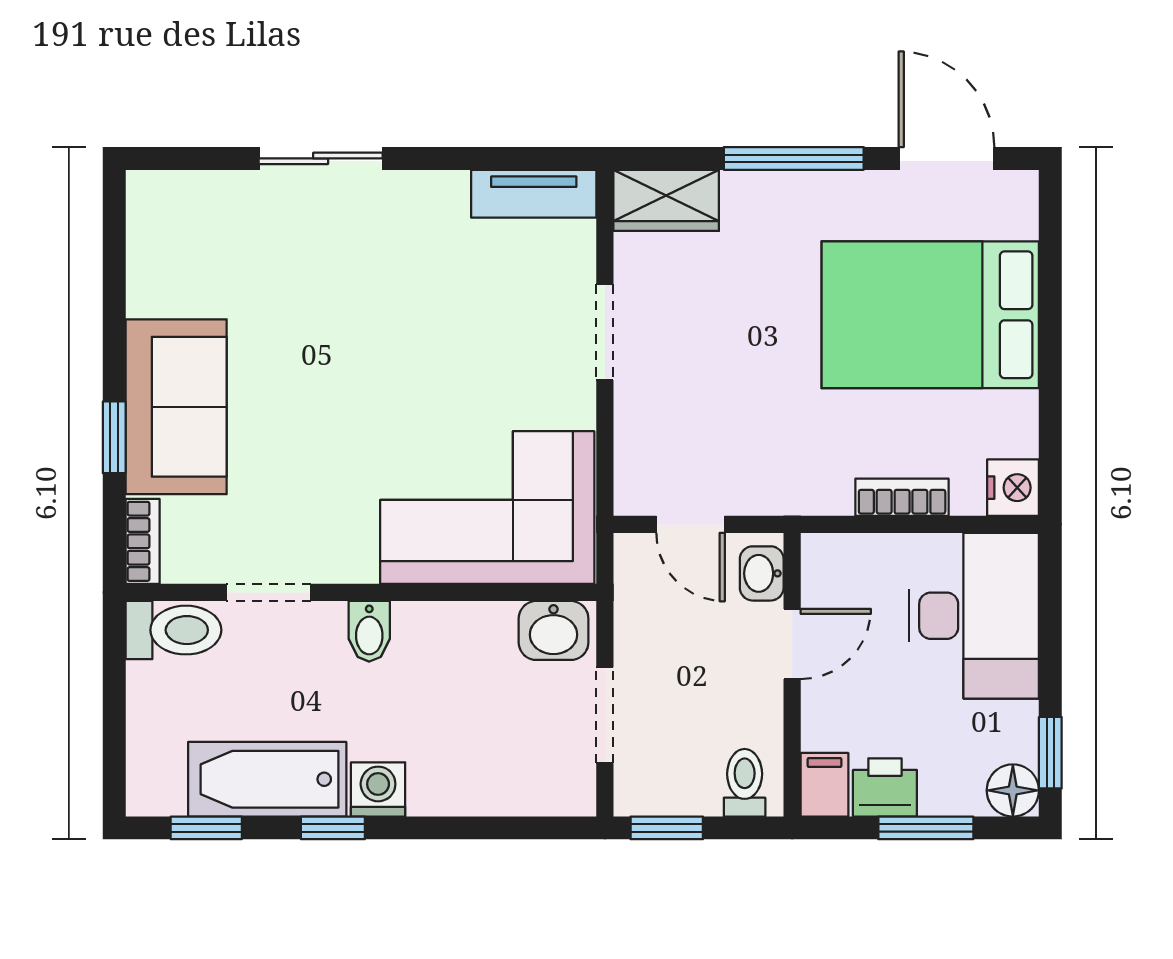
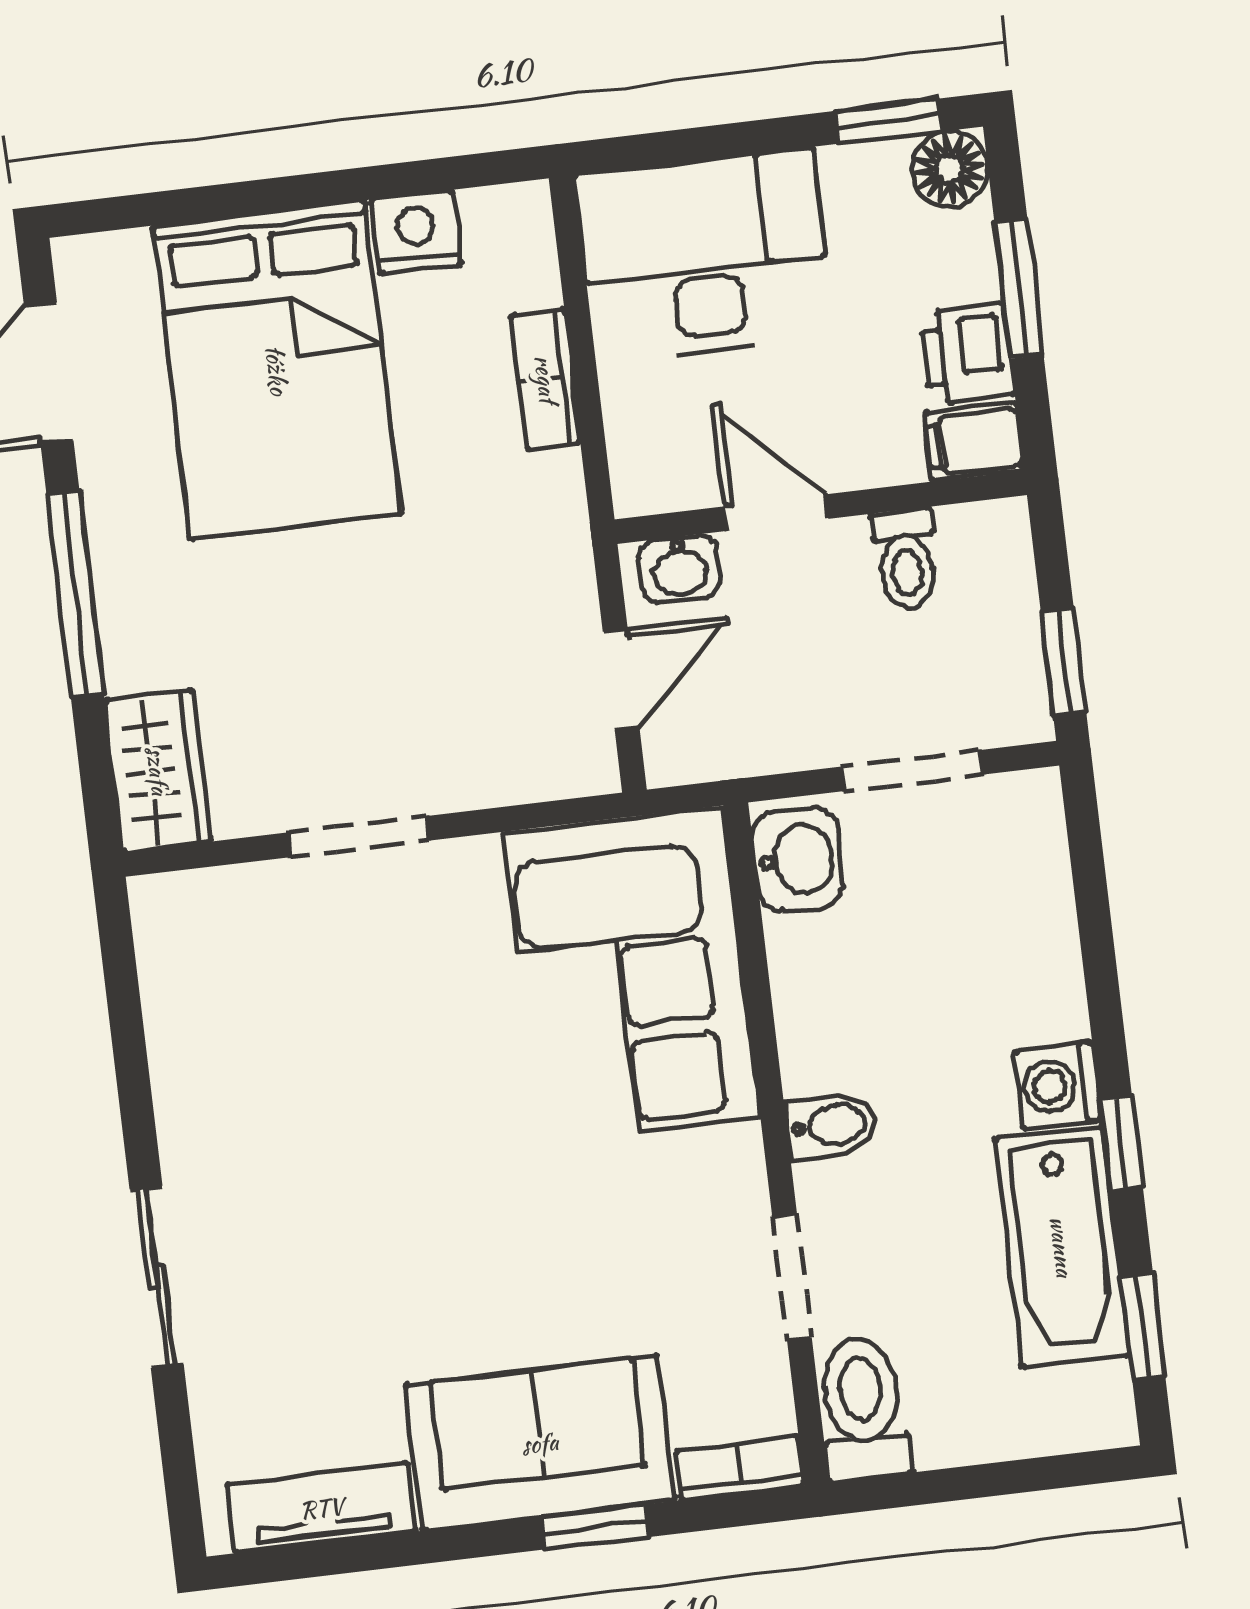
tv unit: (534, 194) -> (321, 1508), moved, turned -90
nightstand: (1013, 488) -> (416, 232), moved
toilet: (745, 783) -> (906, 559), moved, turned -90

